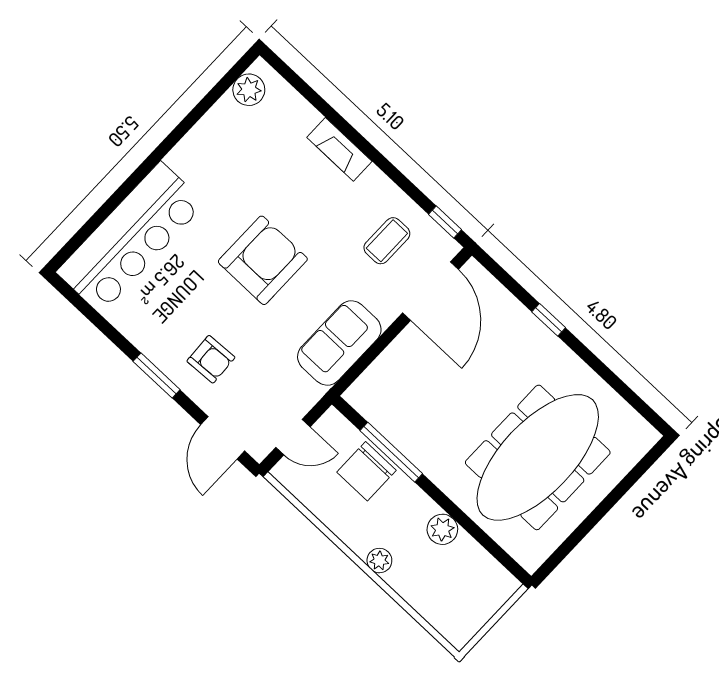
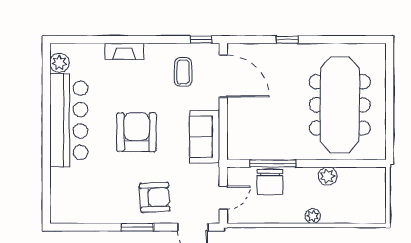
bar counter: (131, 238) -> (69, 120), moved
armchair: (211, 359) -> (155, 197), width x1.38, depth x1.38

